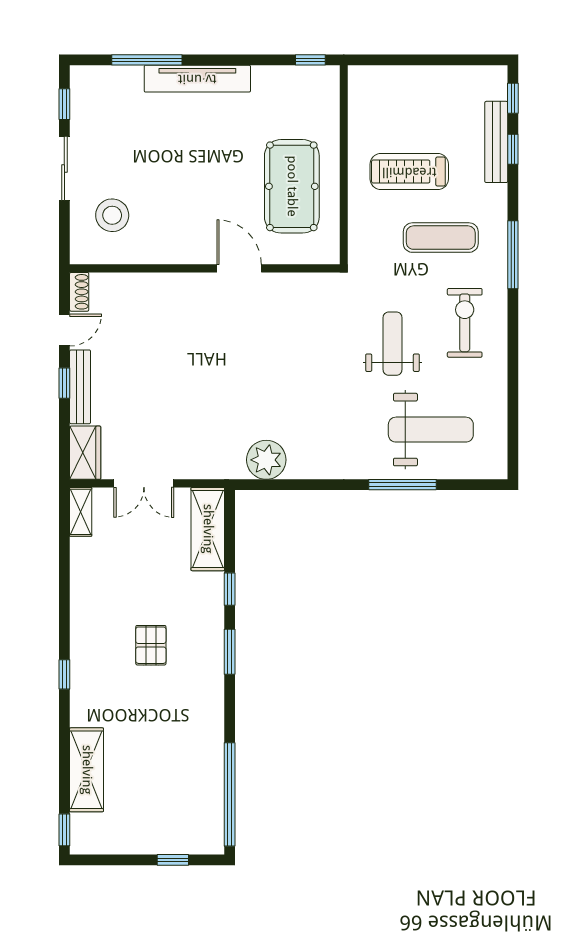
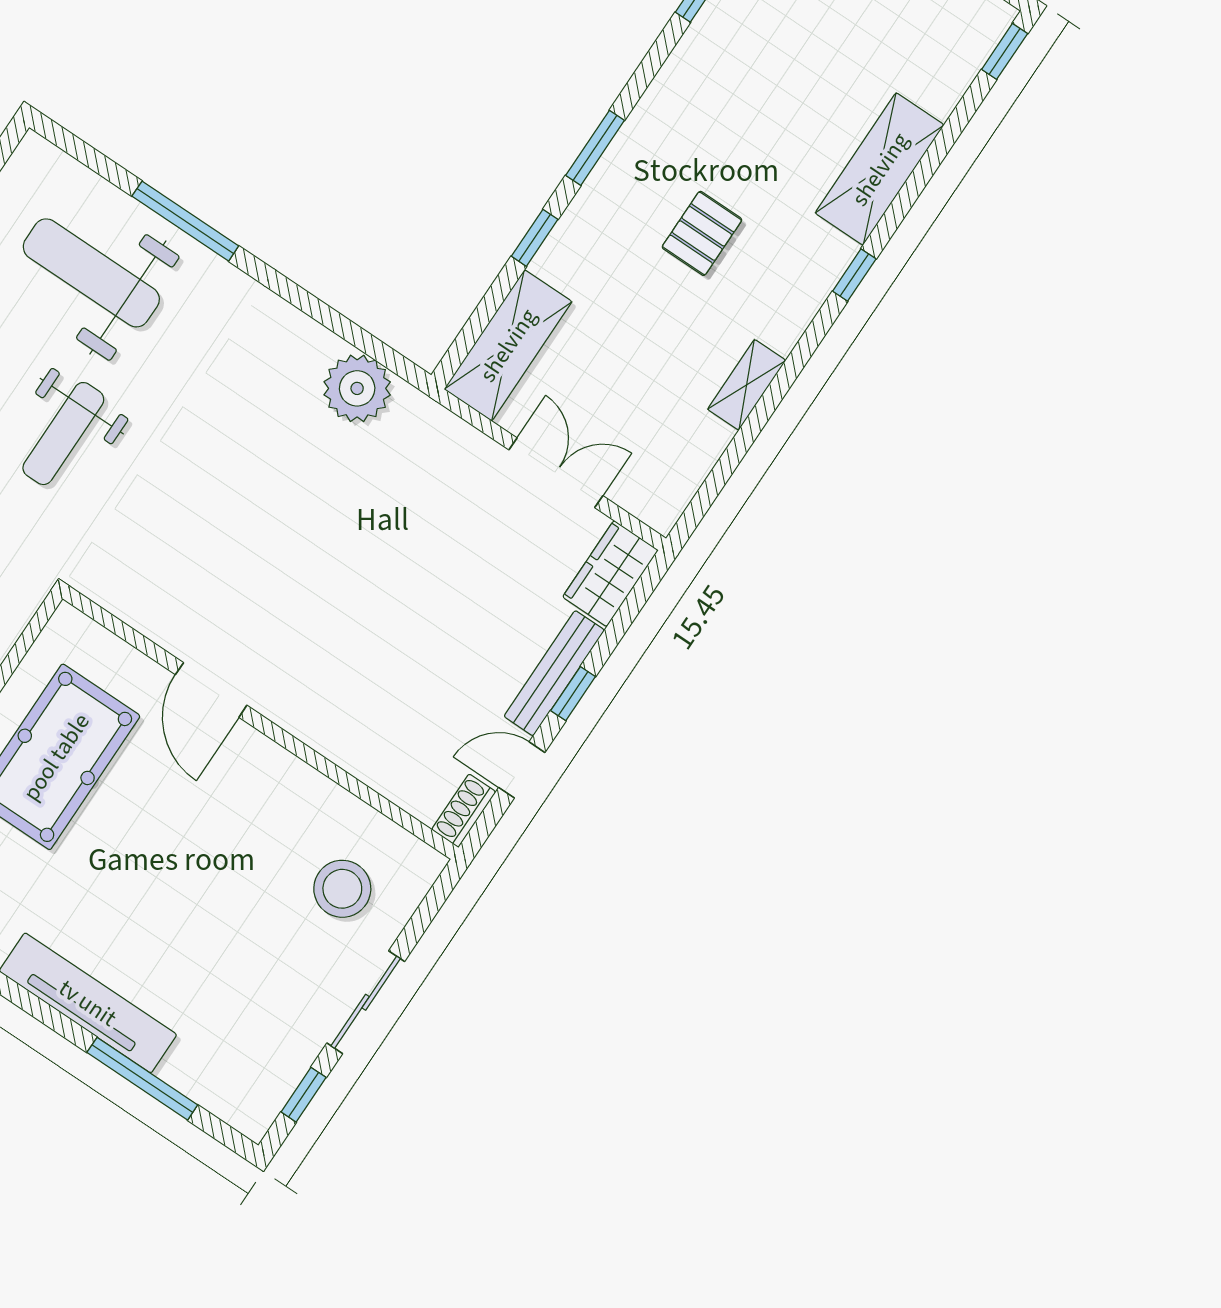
shelving: (81, 512) -> (747, 385), moved
shelving: (87, 770) -> (880, 169), moved

